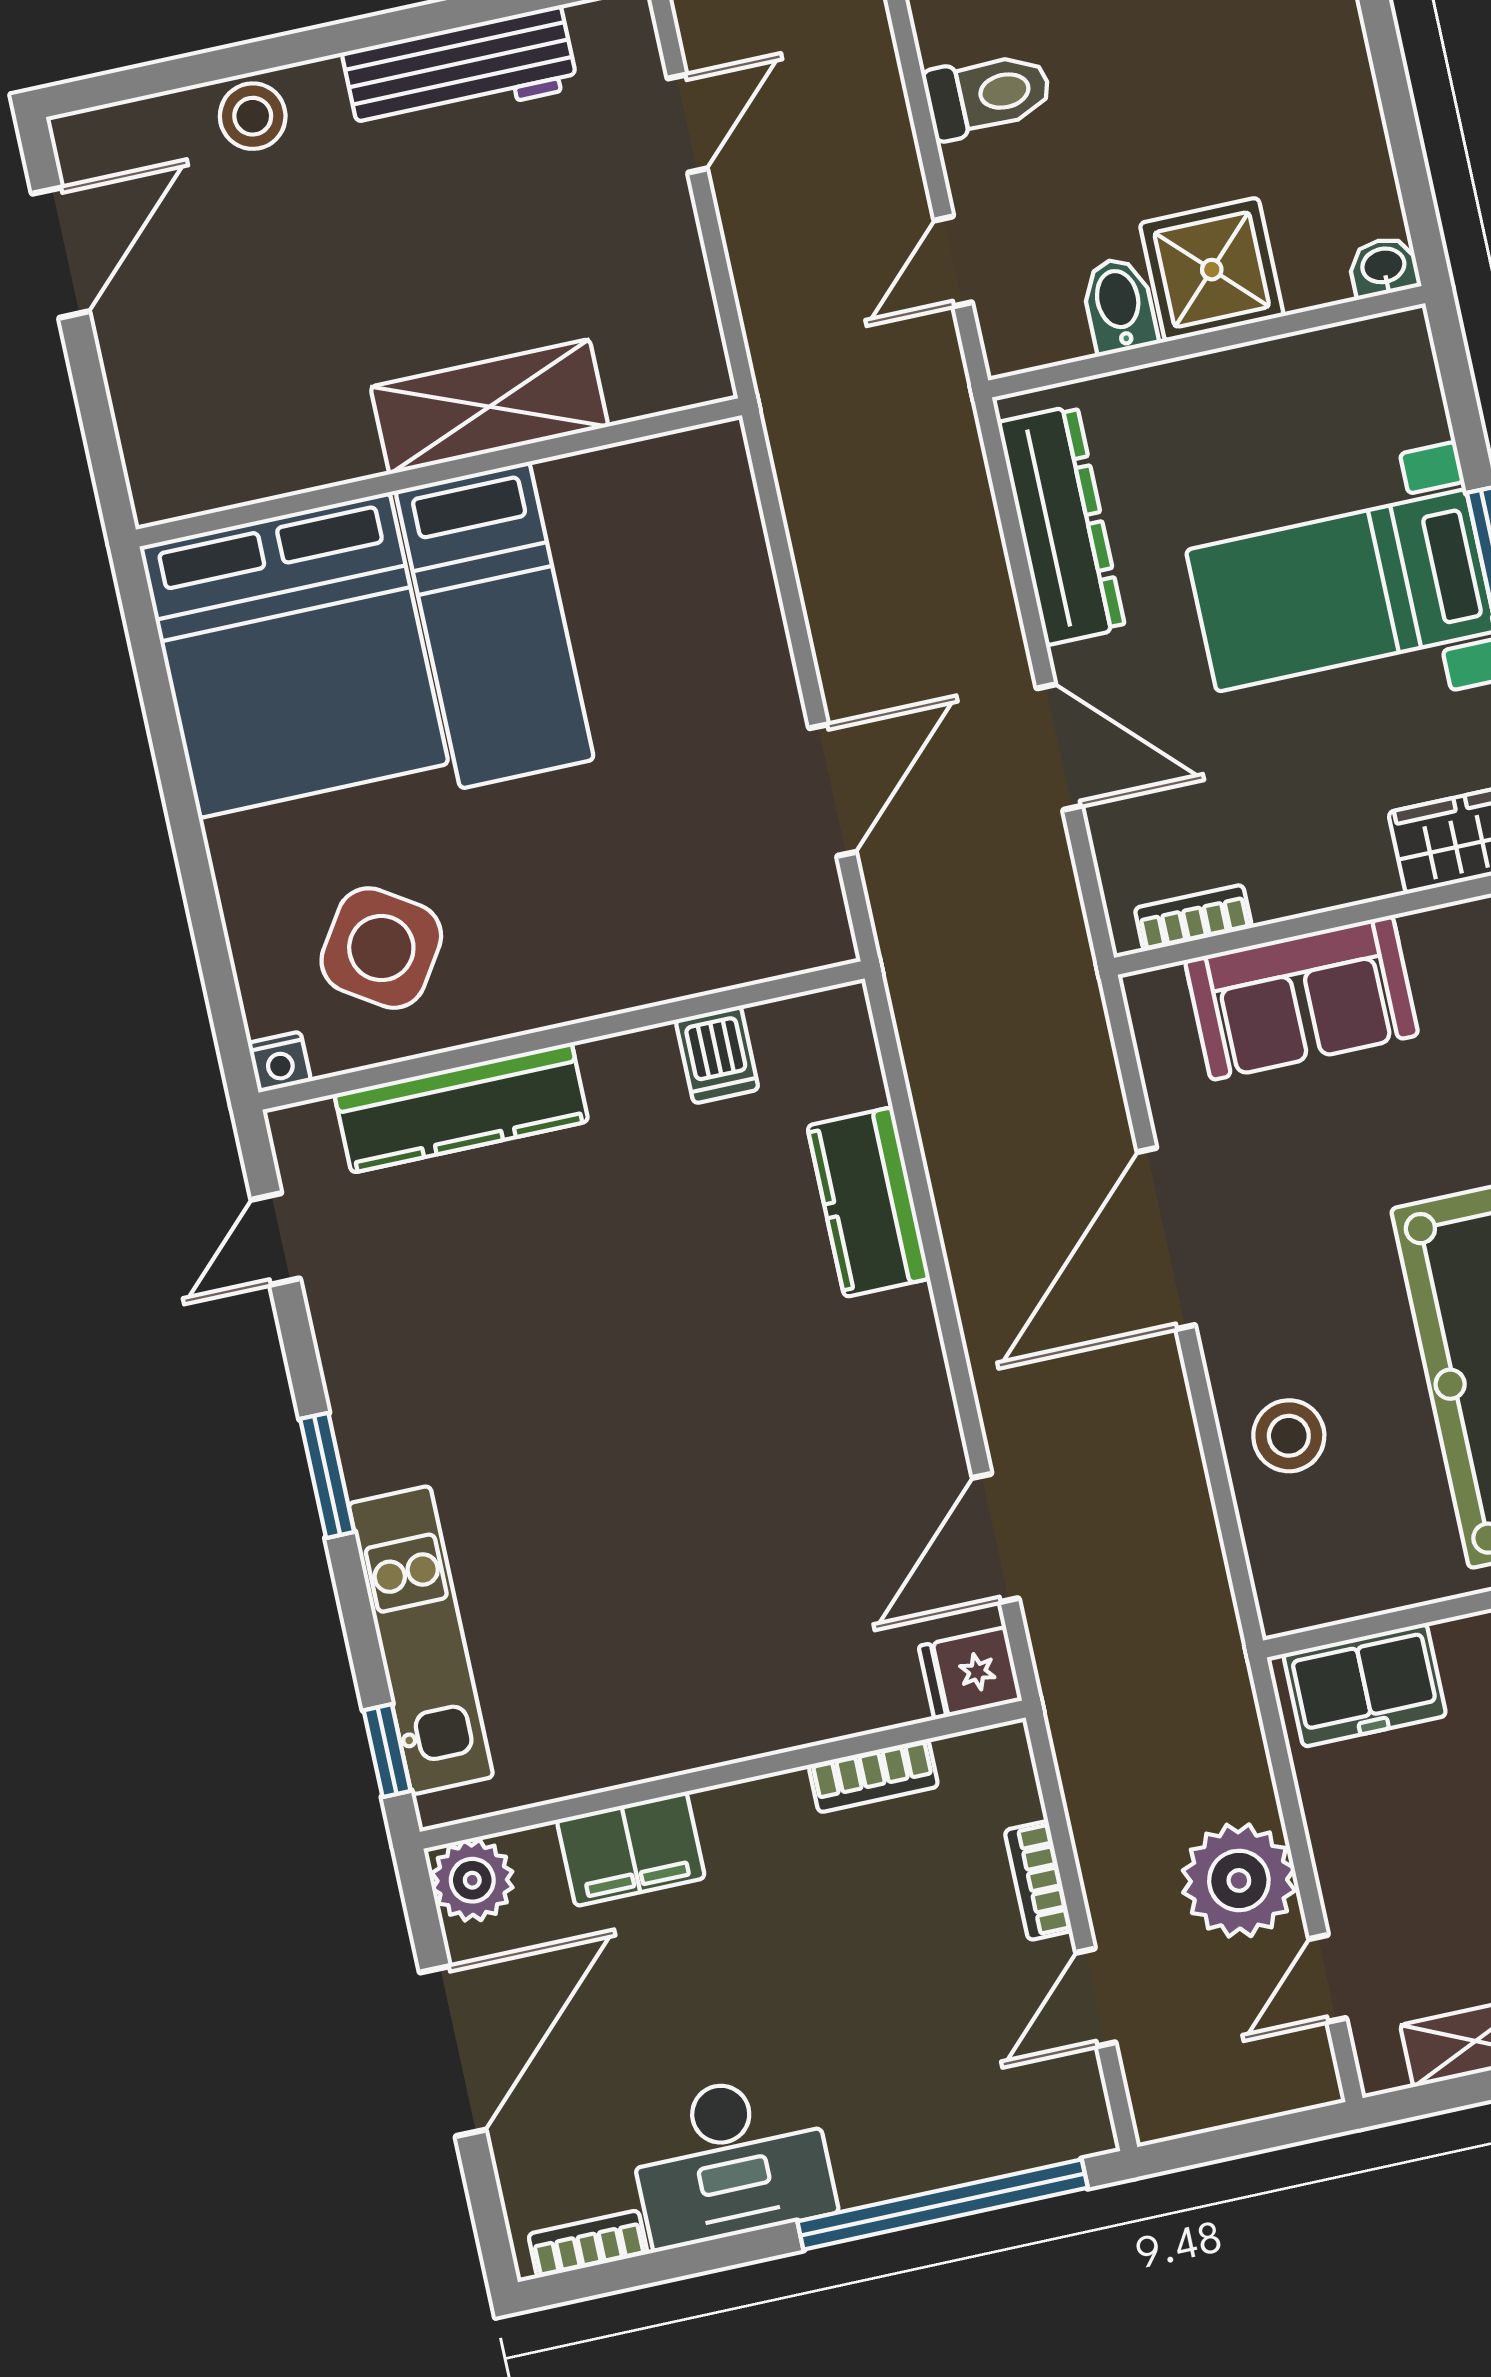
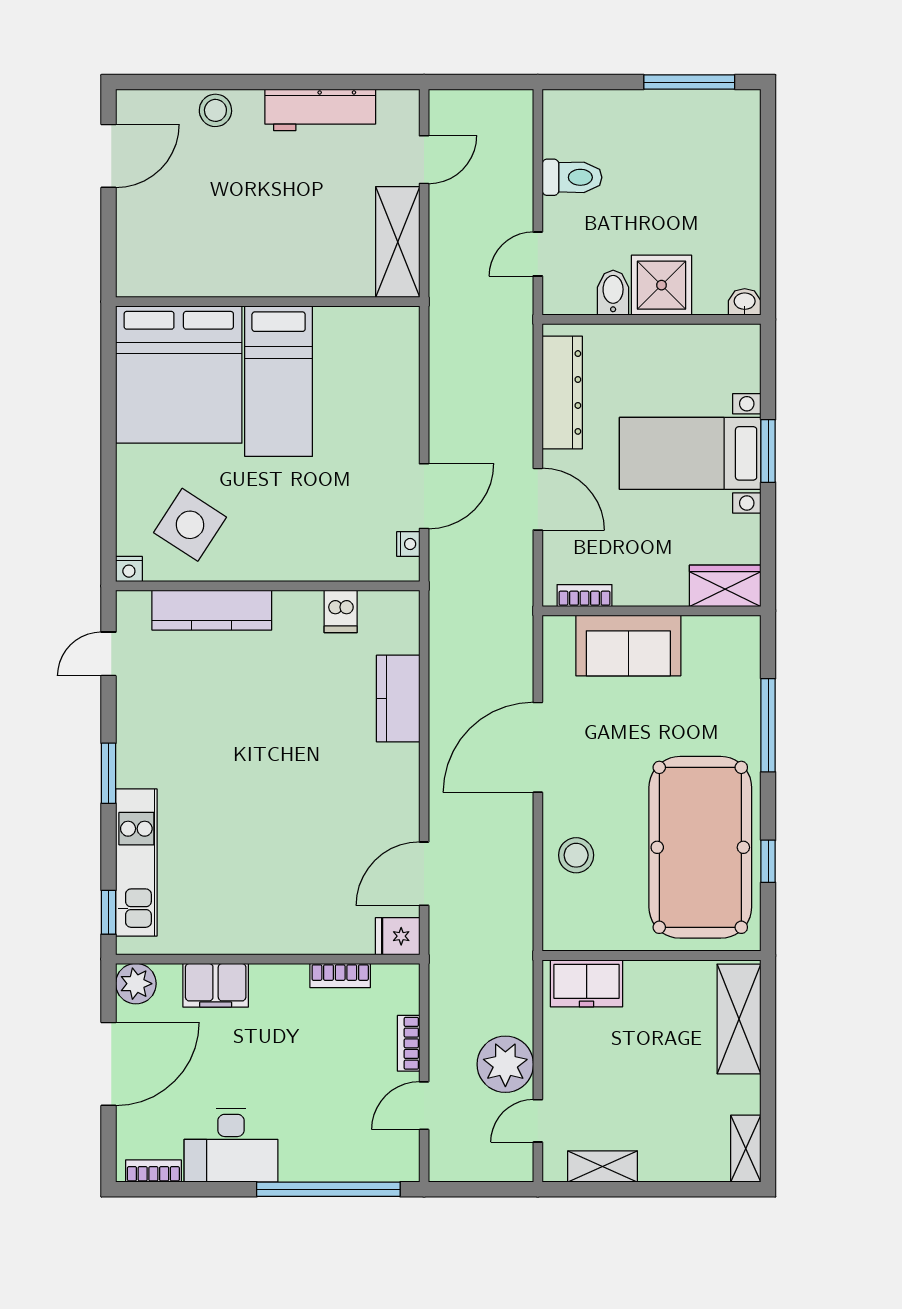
shelving: (489, 407) -> (398, 242), moved, turned 90
nightstand: (822, 892) -> (408, 544), added

